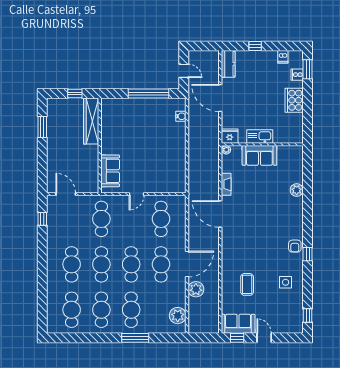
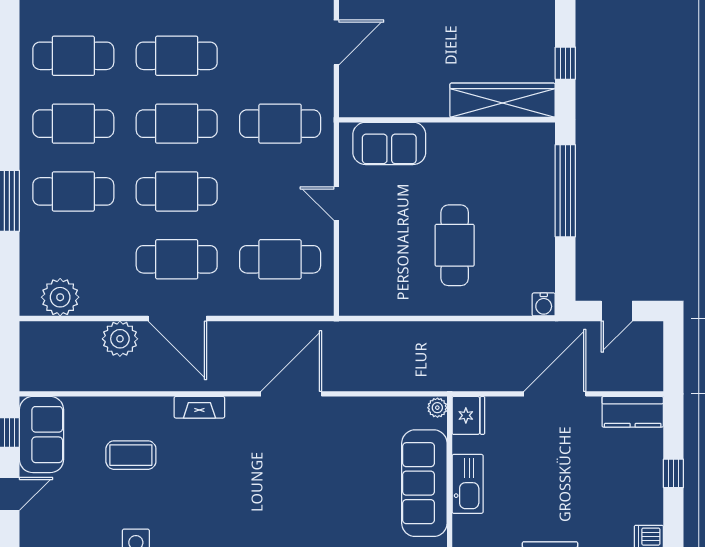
window: (148, 94) -> (565, 191), moved
water cooler: (181, 116) -> (544, 304), moved
cafe table: (155, 142) -> (455, 245), added
sofa: (259, 155) -> (424, 483), width x1.36
fireplace: (226, 184) -> (199, 407), moved

